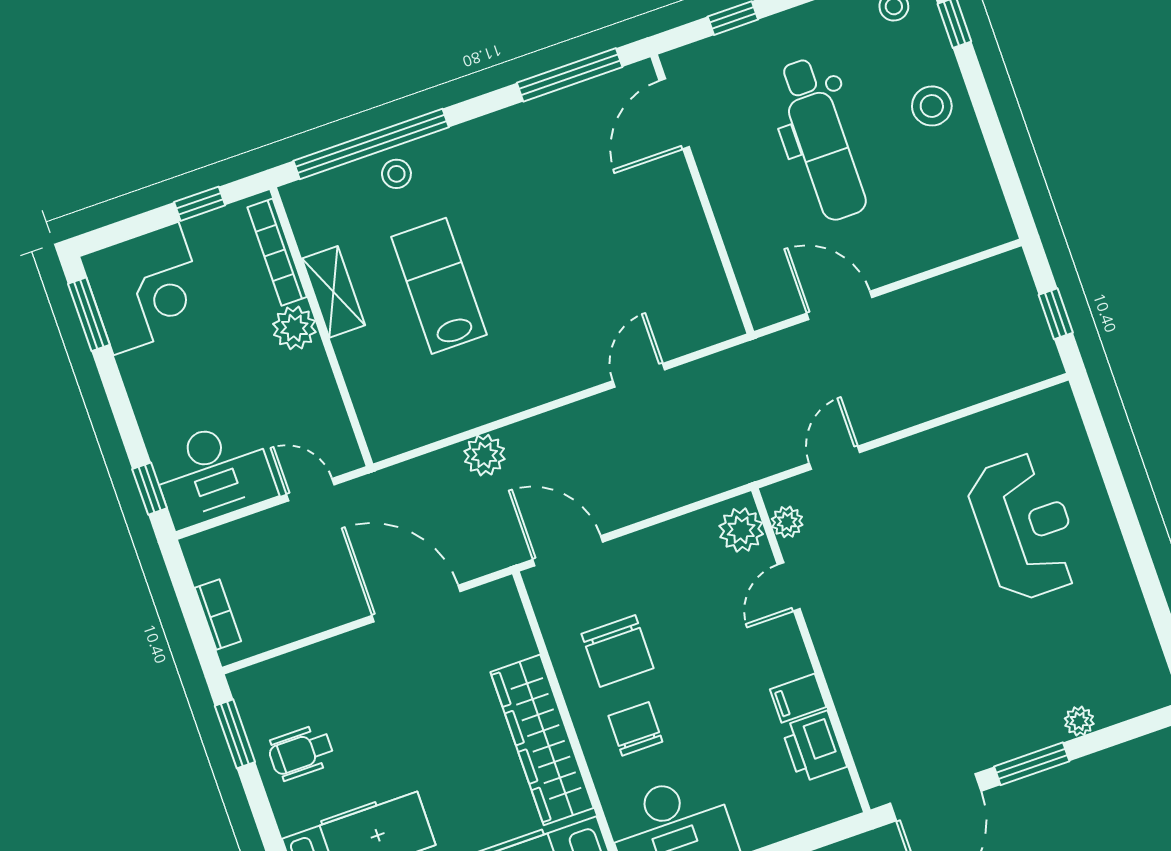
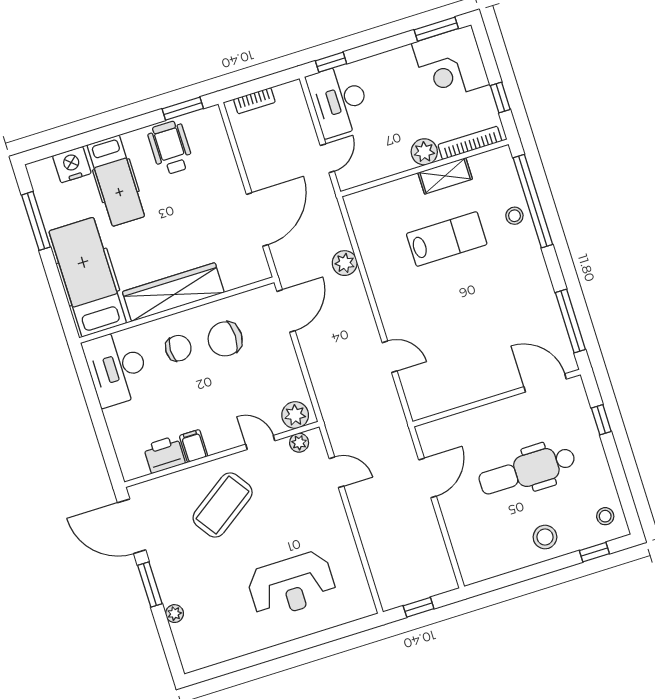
coffee table: (895, 646) -> (223, 505), added
wheelchair: (301, 752) -> (170, 148), width x1.36, depth x1.37

